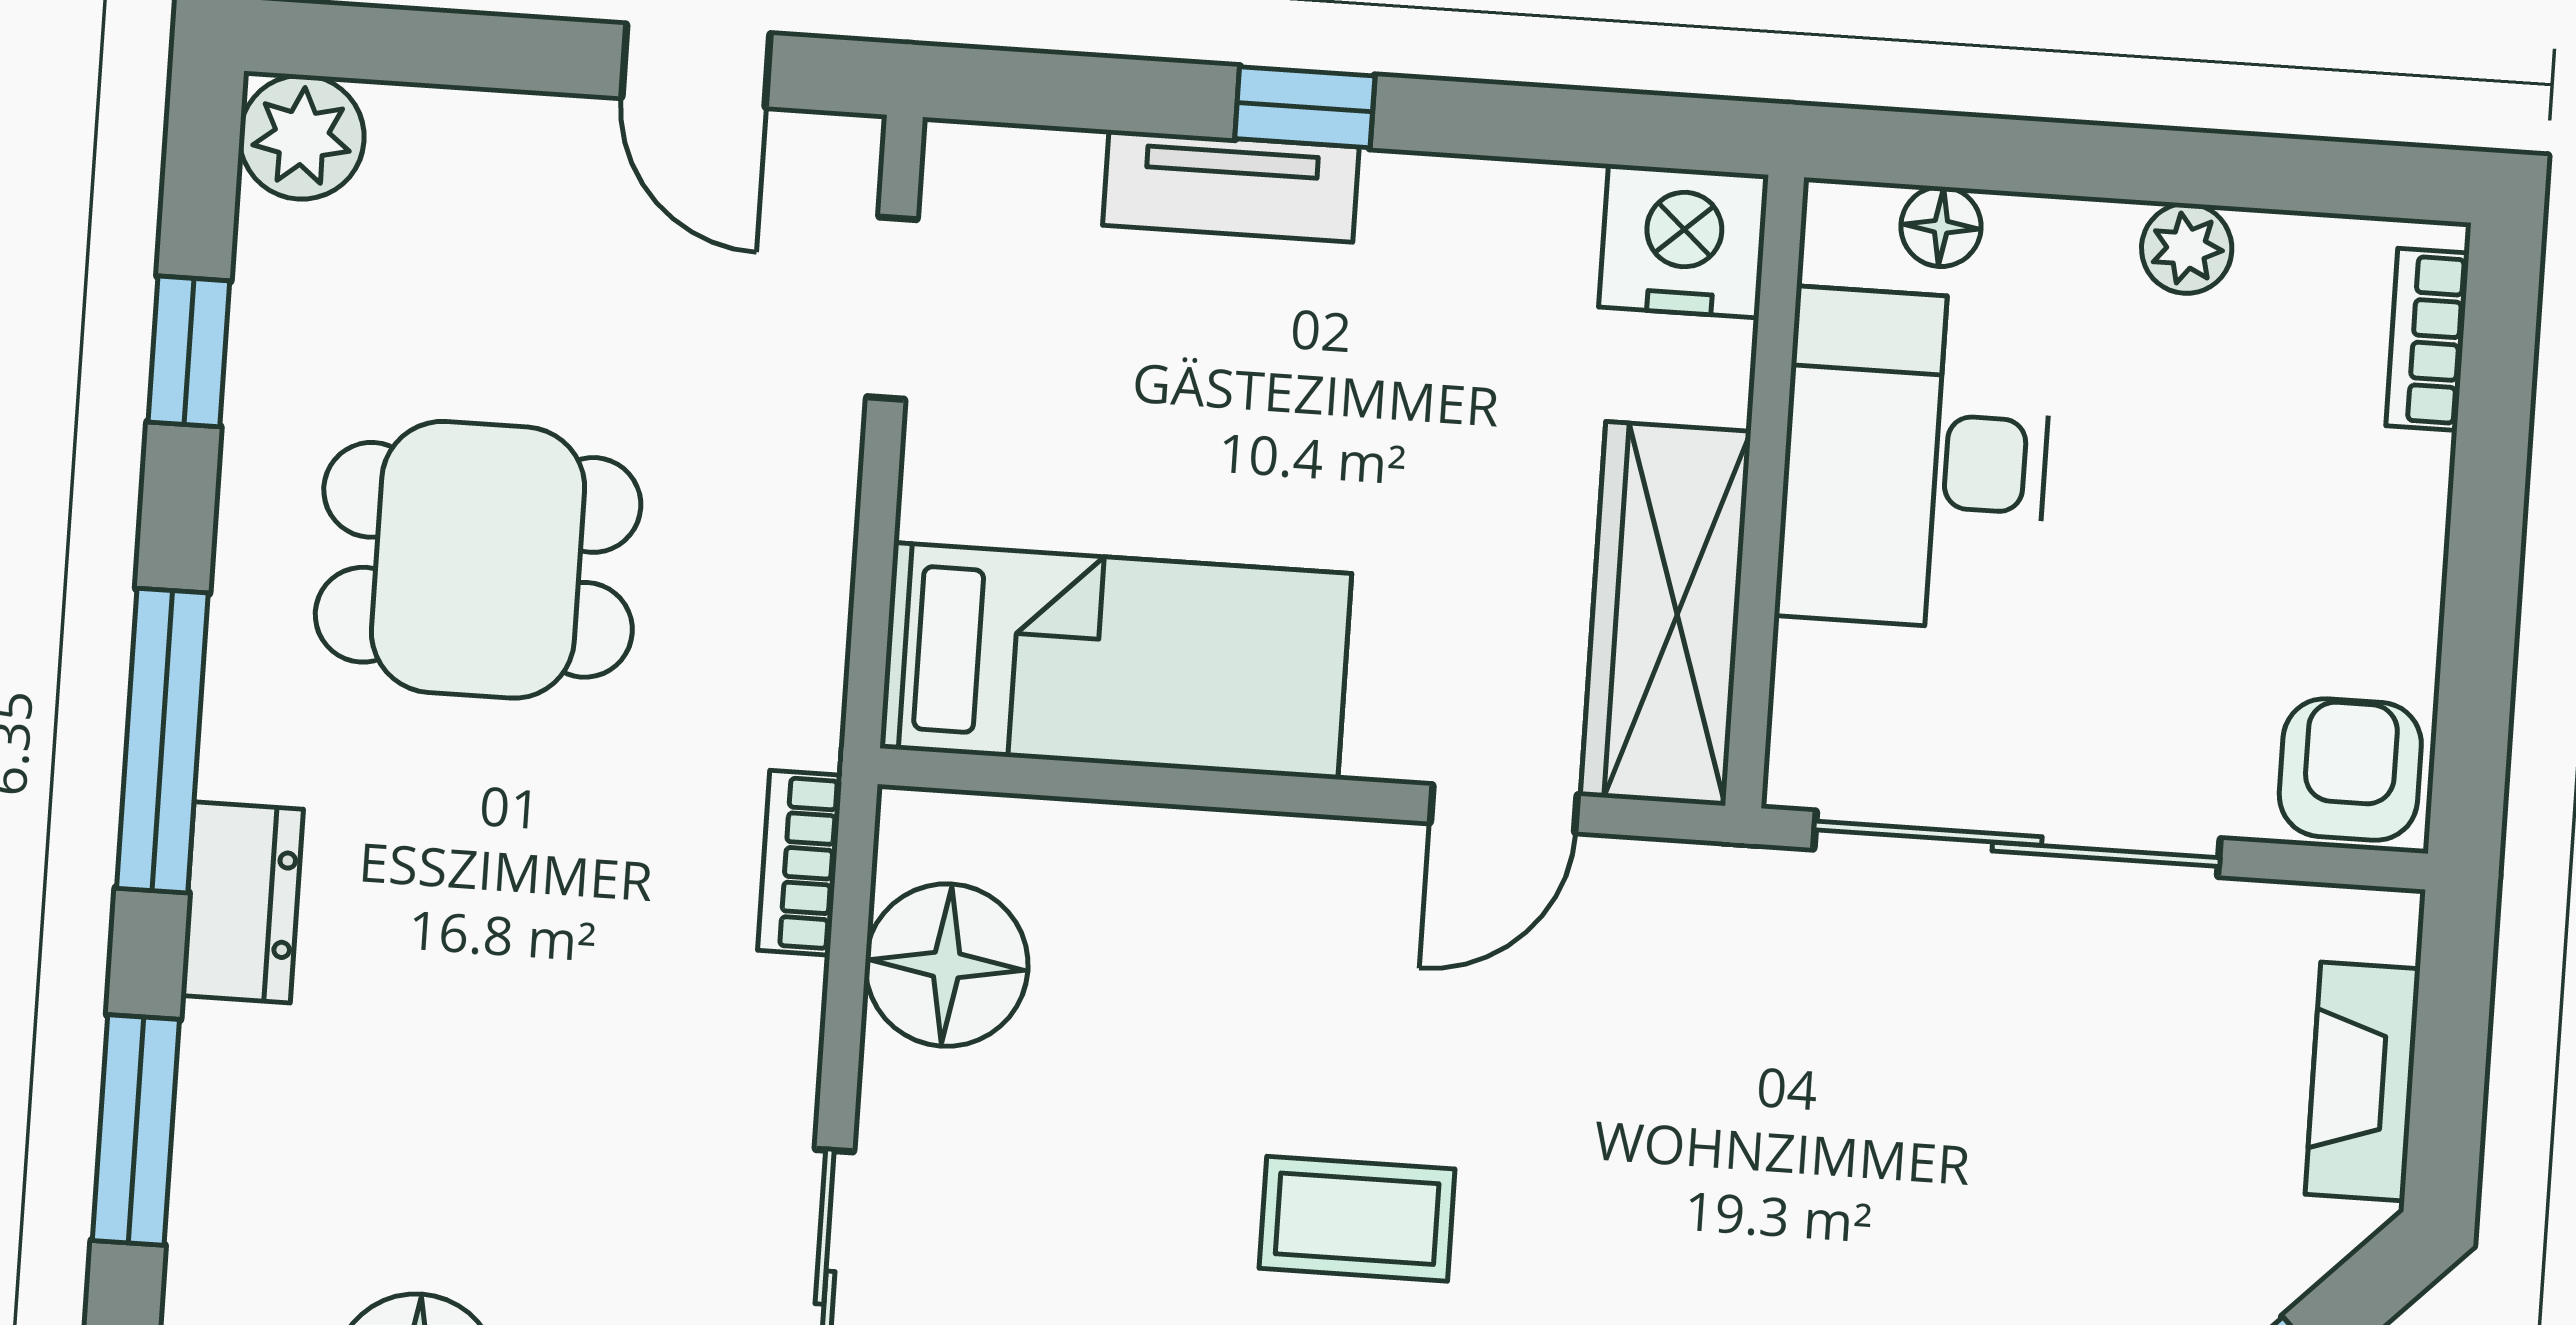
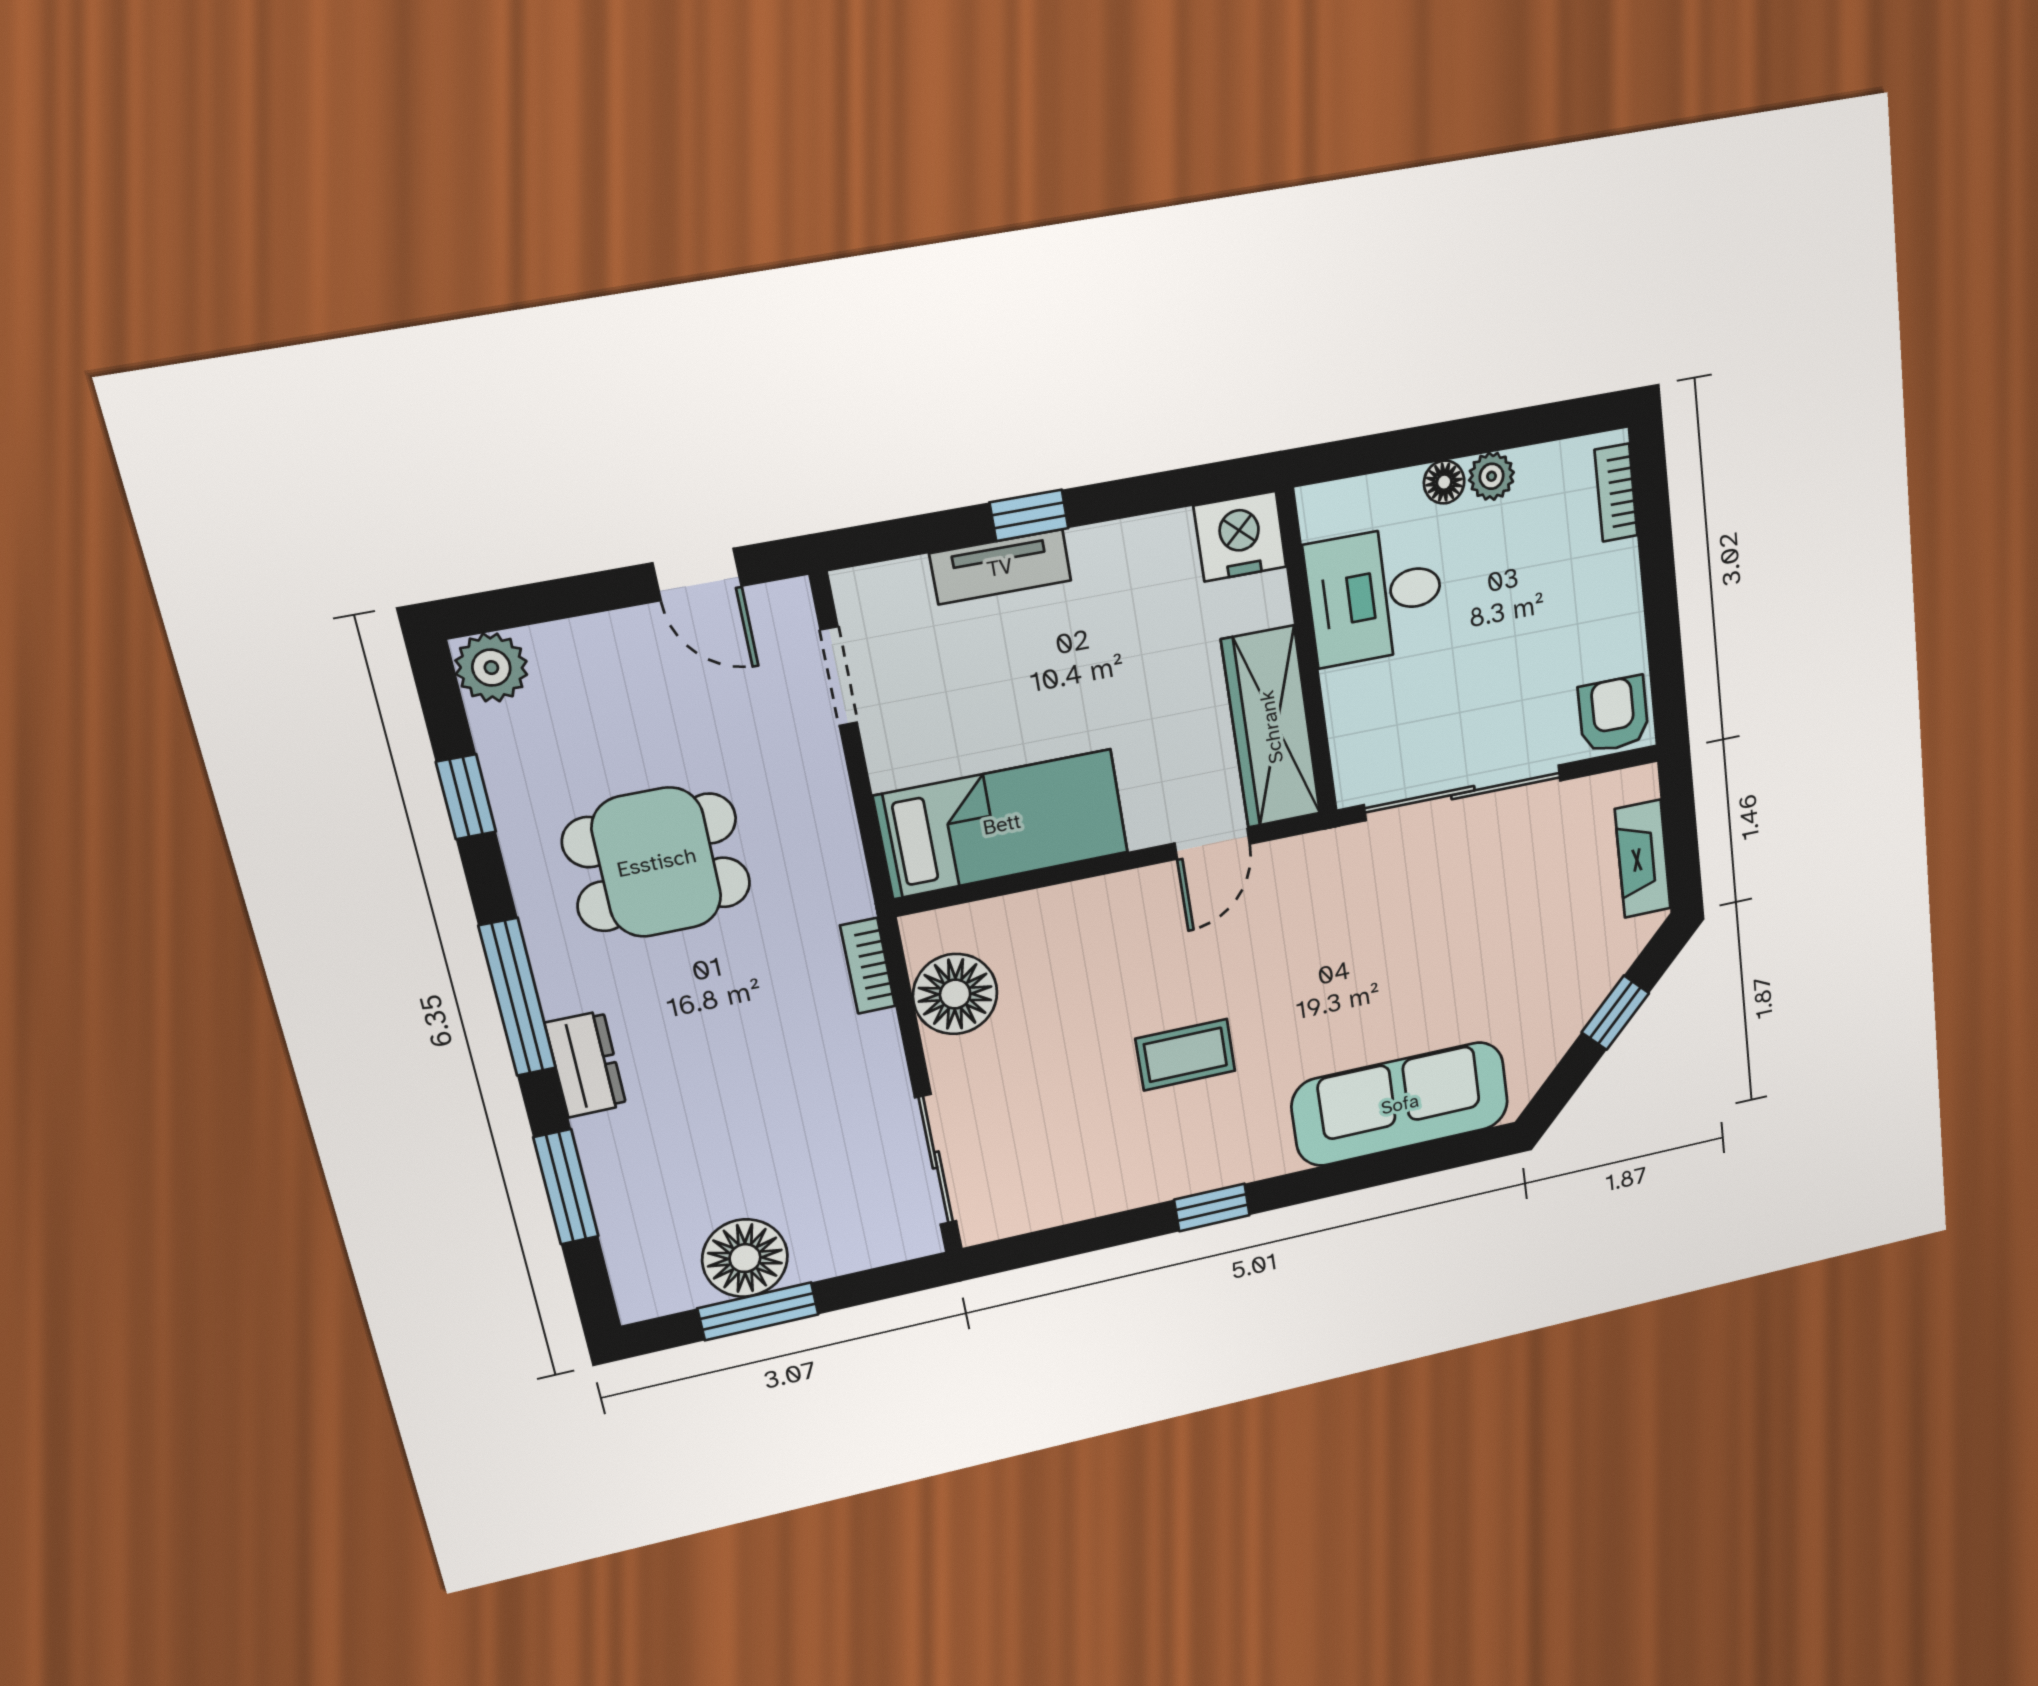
floor lamp: (1941, 227) -> (1444, 482), moved
desk: (1915, 459) -> (1375, 595), width x0.73

